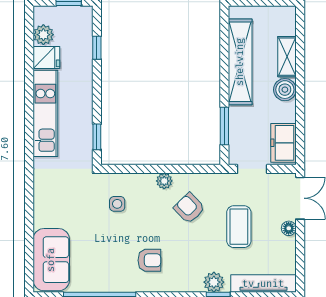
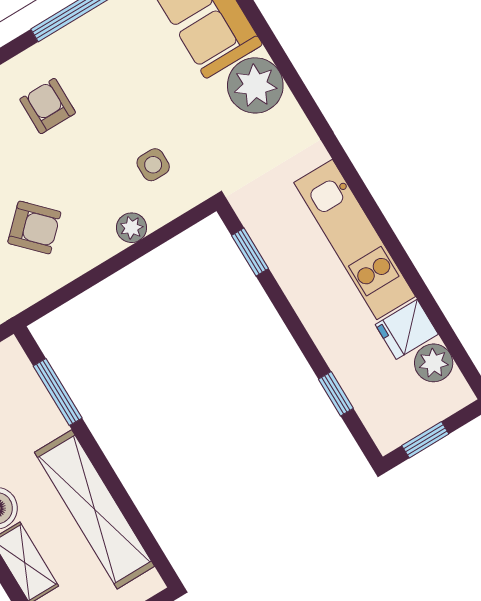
plant: (164, 181) -> (132, 228), moved
plant: (48, 212) -> (255, 85), added
armchair: (149, 260) -> (48, 106), turned 90

